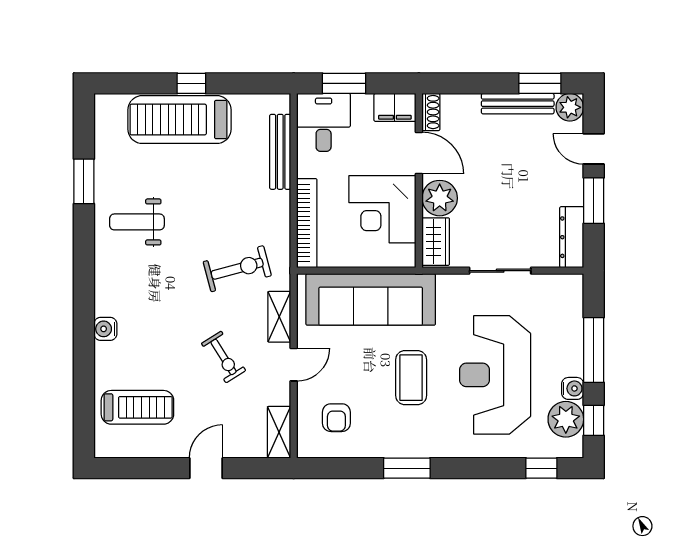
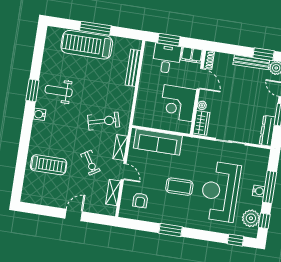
window: (191, 83) -> (95, 28), width x2.17
desk: (324, 122) -> (167, 58), moved
window: (84, 181) -> (32, 90), moved
plant: (440, 198) -> (202, 105), width x0.53, depth x0.53
bookcase: (307, 223) -> (141, 104), removed
sofa: (371, 299) -> (158, 142), width x0.74, depth x0.79
water cooler: (105, 329) -> (39, 114), moved
door: (294, 365) -> (124, 172), hinge flipped
coffee table: (411, 378) -> (179, 187), turned 90
water cooler: (573, 388) -> (259, 191), moved
treadmill: (137, 407) -> (49, 165), moved
shelving: (279, 432) -> (113, 192), moved

